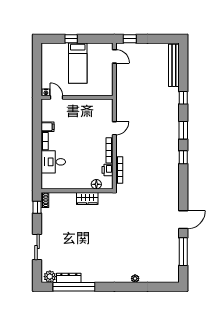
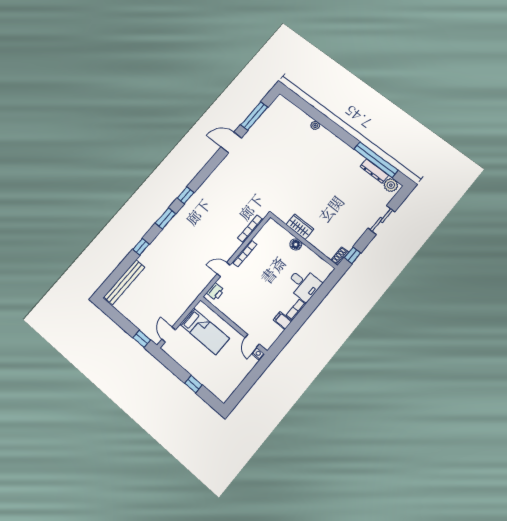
bed: (78, 63) -> (204, 331), moved, turned 90
printer: (107, 170) -> (215, 292), moved
floor lamp: (96, 184) -> (296, 244), moved

